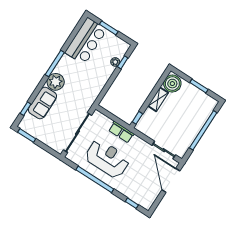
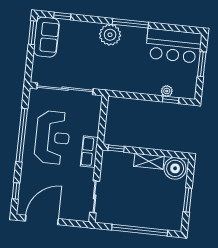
sofa: (42, 103) -> (46, 37), moved, turned -90
row of seats: (121, 132) -> (89, 152), moved
door: (171, 180) -> (42, 220), moved

